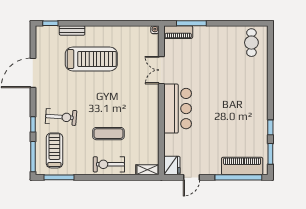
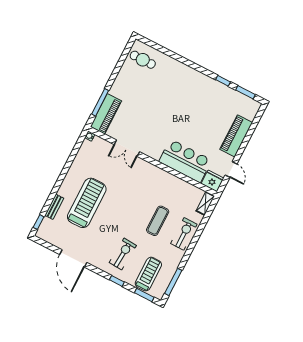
piano: (178, 32) -> (106, 114), width x1.37, depth x1.33
bar counter: (178, 109) -> (185, 161), moved
treadmill: (54, 150) -> (148, 274), turned 90
window: (33, 157) -> (144, 295), width x0.69
exercise bike: (109, 164) -> (184, 234), turned 180
piano: (242, 166) -> (236, 136), moved
window: (238, 177) -> (252, 130), removed

